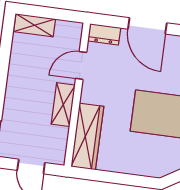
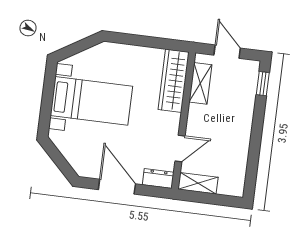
shelving: (34, 25) -> (198, 183), moved
shelving: (63, 105) -> (200, 83), moved

